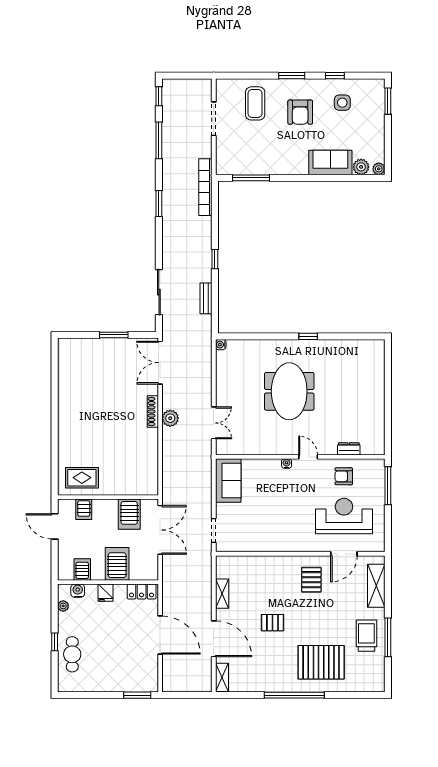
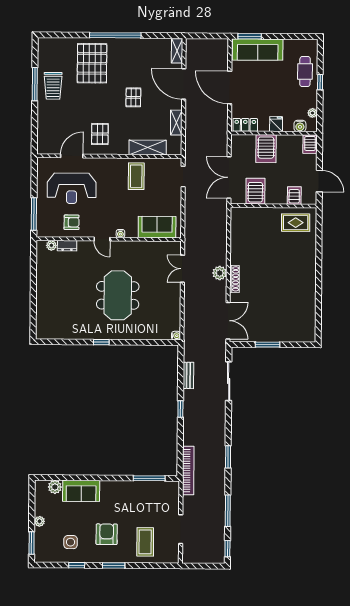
plant: (379, 169) -> (40, 521), moved
plant: (367, 449) -> (51, 245), added
sofa: (228, 481) -> (157, 227), moved, turned 90
coffee table: (269, 531) -> (136, 176), added
server rack: (82, 569) -> (310, 144), moved
shelving: (376, 586) -> (148, 148), moved, turned 90
pallet: (272, 623) -> (133, 97), turned 90
pallet: (321, 662) -> (92, 63), turned 90
sofa: (128, 680) -> (258, 50), added

